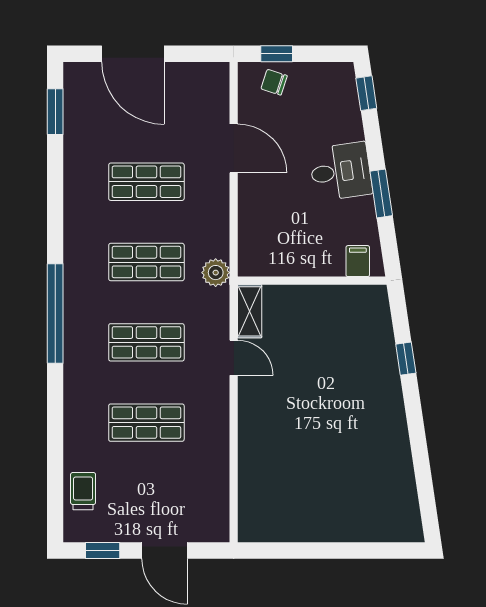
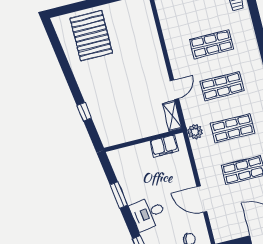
desk: (341, 171) -> (148, 213), moved
filing cabinet: (358, 261) -> (164, 146), moved, width x2.00
door: (234, 358) -> (174, 90), swing flipped
pallet: (359, 492) -> (91, 36), added

